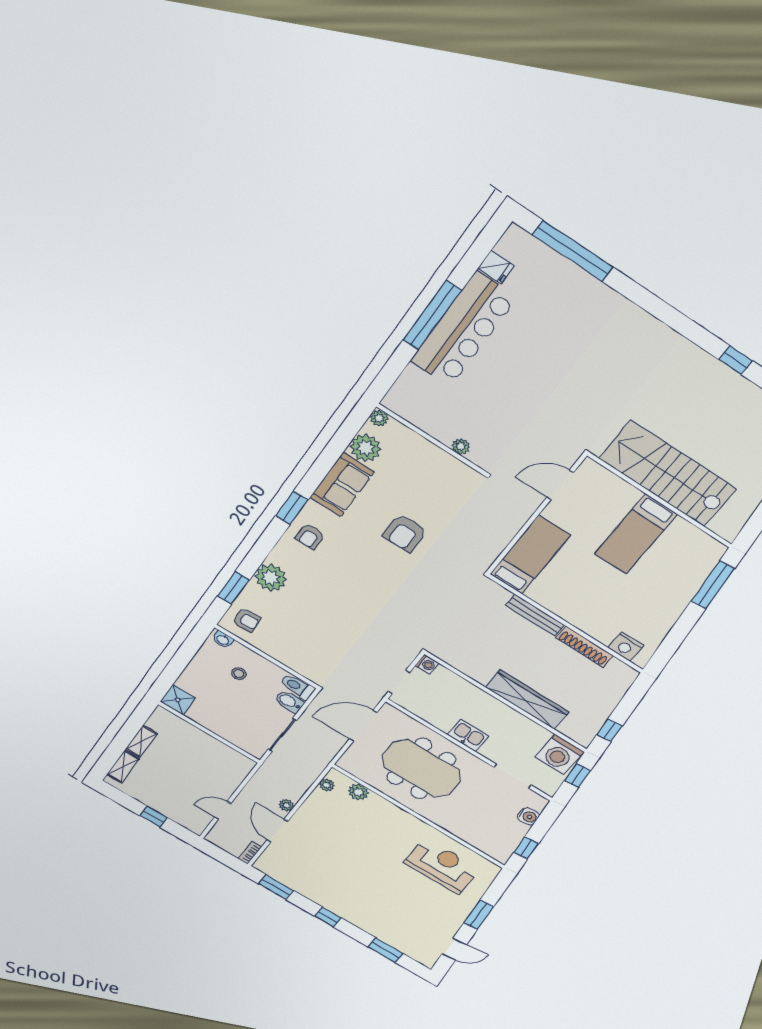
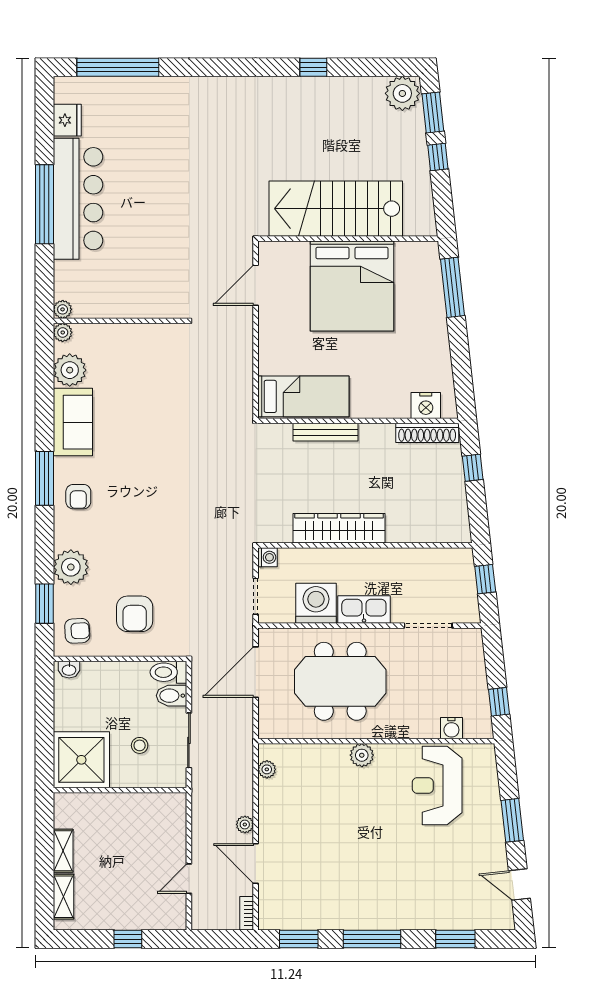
fridge: (496, 267) -> (67, 120), width x1.38
plant: (461, 446) -> (63, 309), moved
window: (292, 508) -> (44, 478), width x1.44
armchair: (405, 533) -> (135, 614), moved
bed: (636, 534) -> (352, 286), width x2.04
bed: (530, 555) -> (303, 396), moved, turned 90
shoe rack: (584, 647) -> (427, 433), moved
stool: (239, 674) -> (140, 745), moved
shower: (178, 700) -> (81, 760), width x1.86, depth x1.86
wardrobe: (527, 700) -> (339, 528), moved
window: (610, 730) -> (473, 468), moved
kitchen sink: (468, 735) -> (364, 610), width x1.38
washing machine: (559, 754) -> (316, 603), moved, turned 180
plant: (358, 792) -> (362, 755), moved
water cooler: (528, 816) -> (451, 728), moved, turned 96
reception desk: (442, 866) -> (437, 785), turned -90
window: (328, 917) -> (372, 939), width x2.17
door: (454, 949) -> (519, 884), swing flipped

